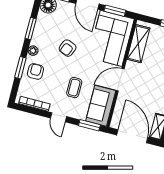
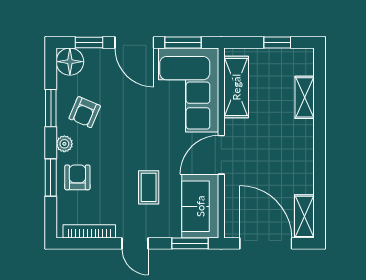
armchair: (68, 48) -> (85, 112), moved

